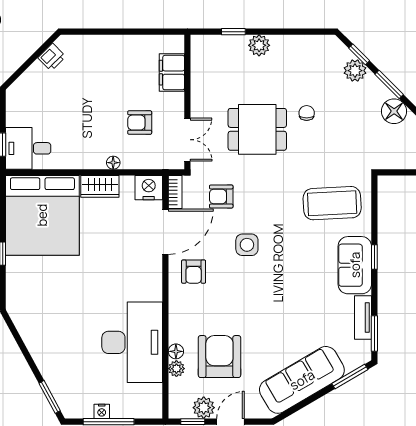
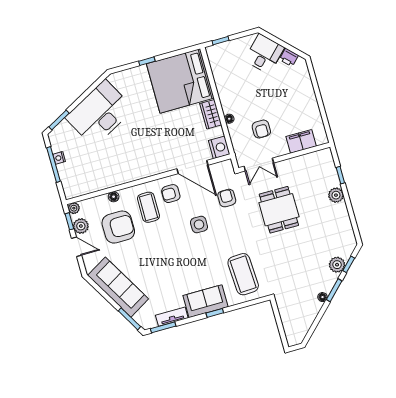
floor lamp: (394, 111) -> (323, 297), width x0.53, depth x0.53
chair: (307, 113) -> (299, 240), removed
armchair: (140, 123) -> (261, 129), turned 180
desk: (28, 148) -> (264, 54), moved, turned 45
bookcase: (175, 192) -> (221, 166), removed
coffee table: (204, 308) -> (148, 207), added
desk: (132, 342) -> (100, 113), moved, turned 152
plant: (176, 369) -> (74, 208), moved

